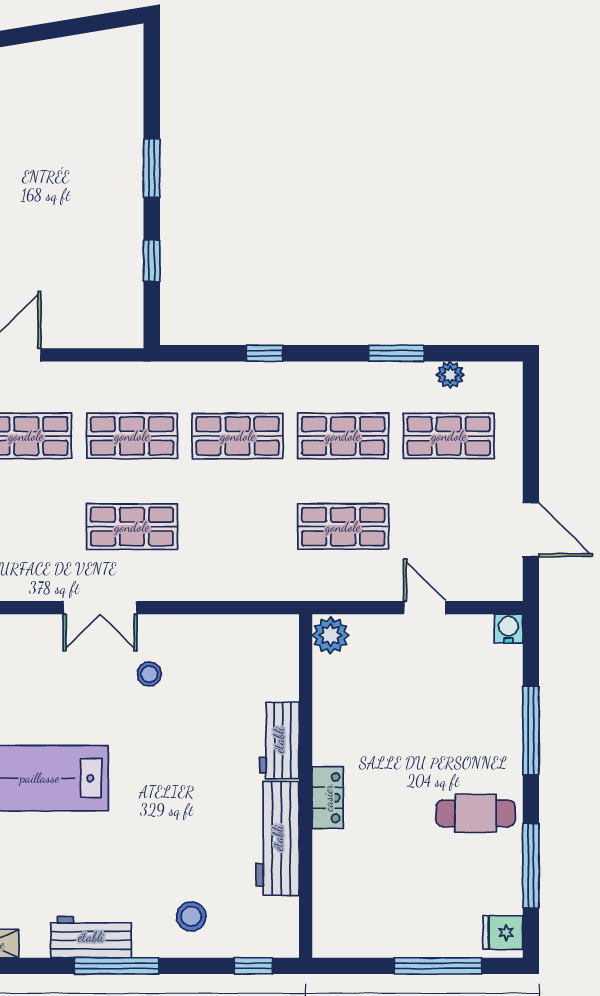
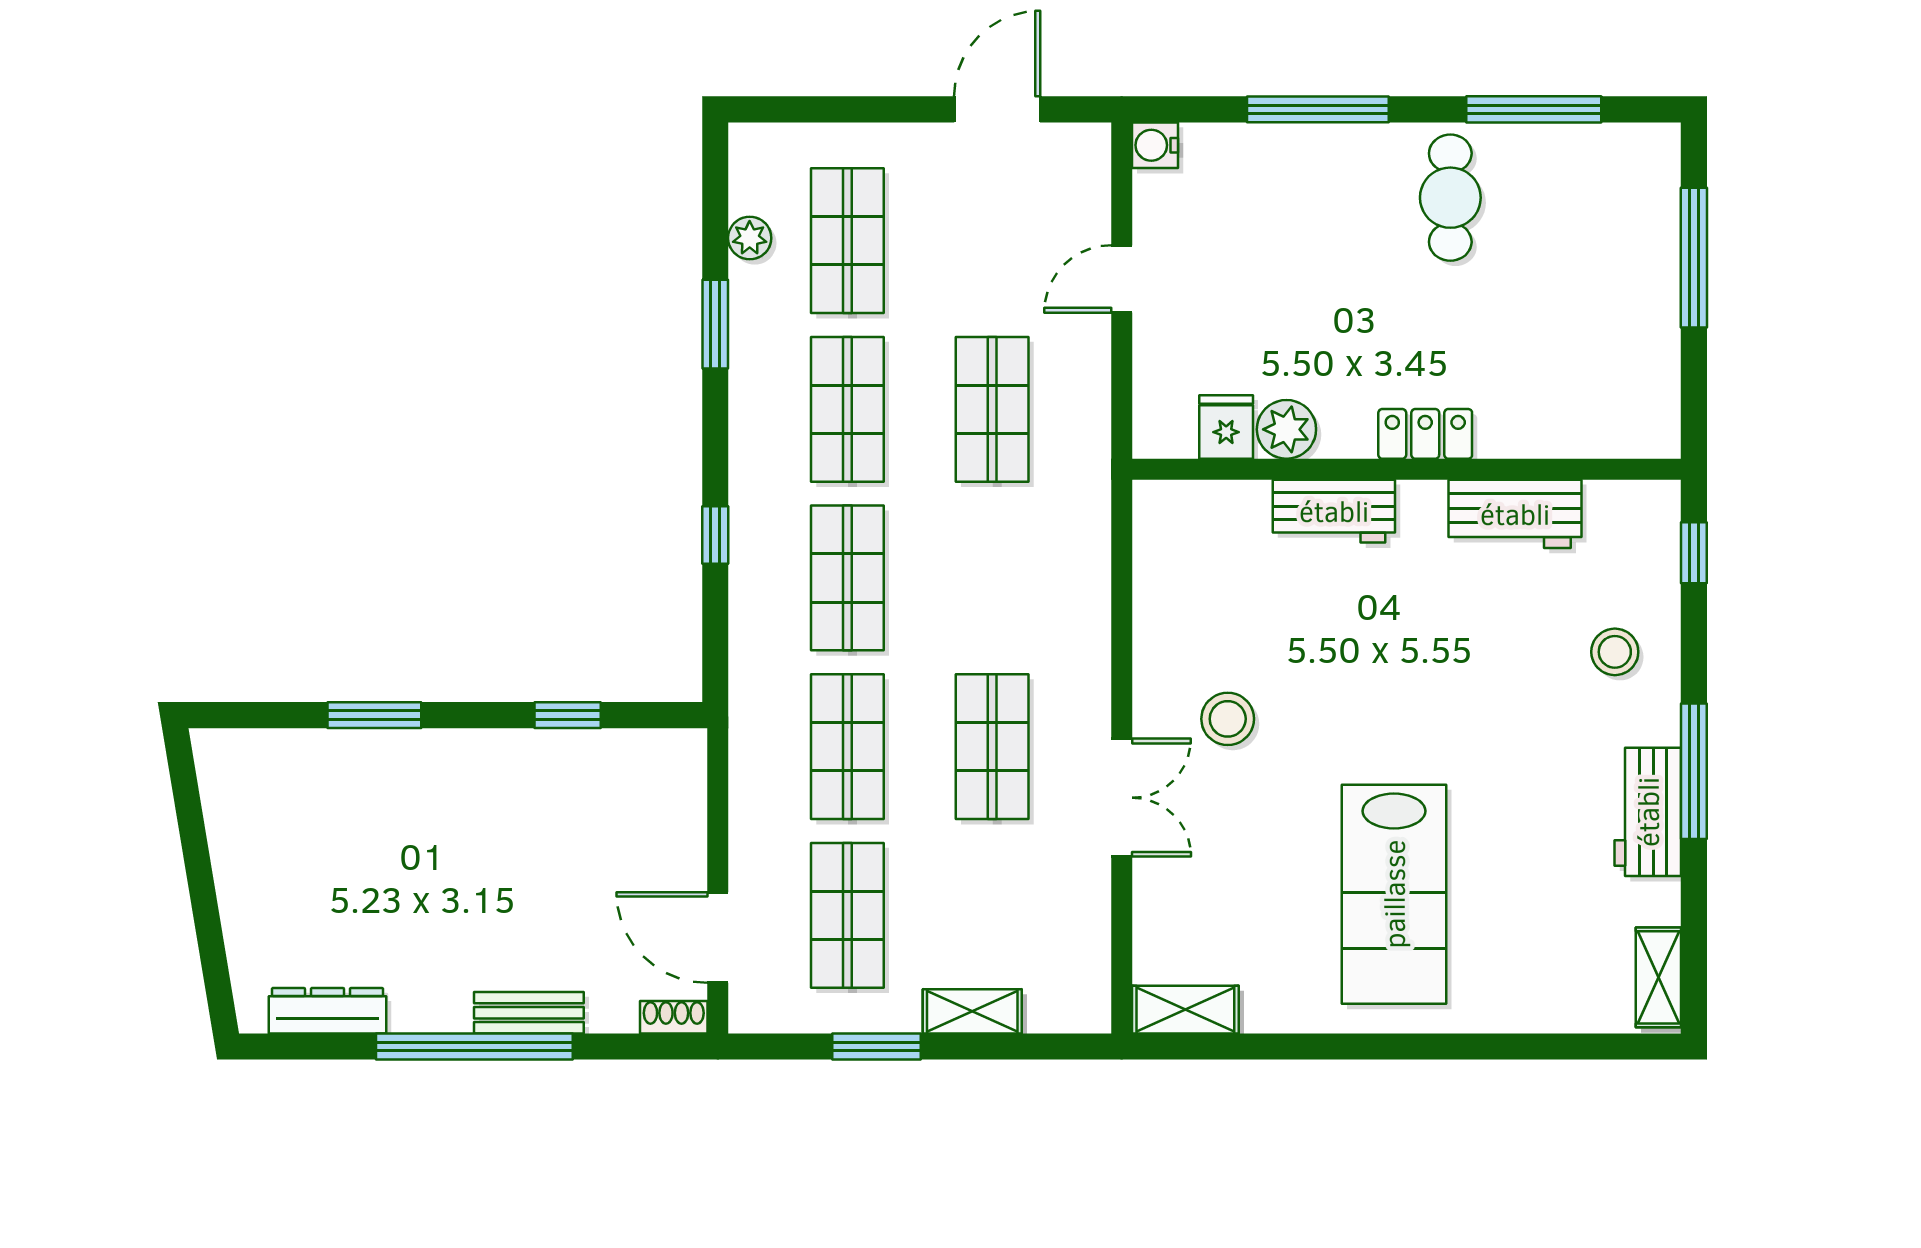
window: (152, 168) -> (374, 715), moved
plant: (331, 635) -> (1286, 429), moved
stool: (149, 674) -> (1228, 719), width x1.37, depth x1.37
workbench: (278, 838) -> (1515, 514), width x0.73
fridge: (503, 932) -> (1226, 427), moved, turned 180

